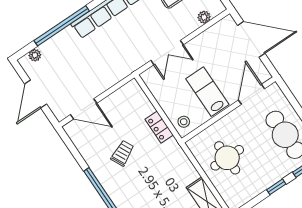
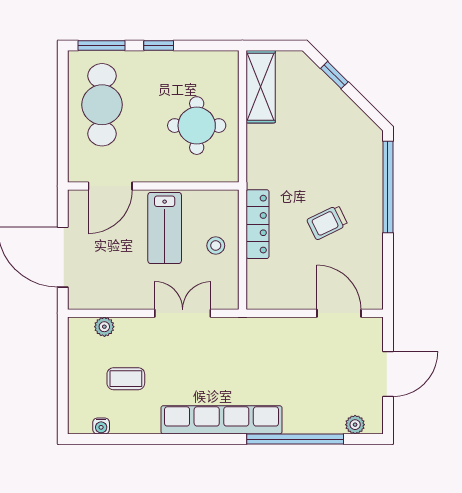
stool: (184, 122) -> (216, 246), moved
locker: (159, 127) -> (258, 224), width x1.53

